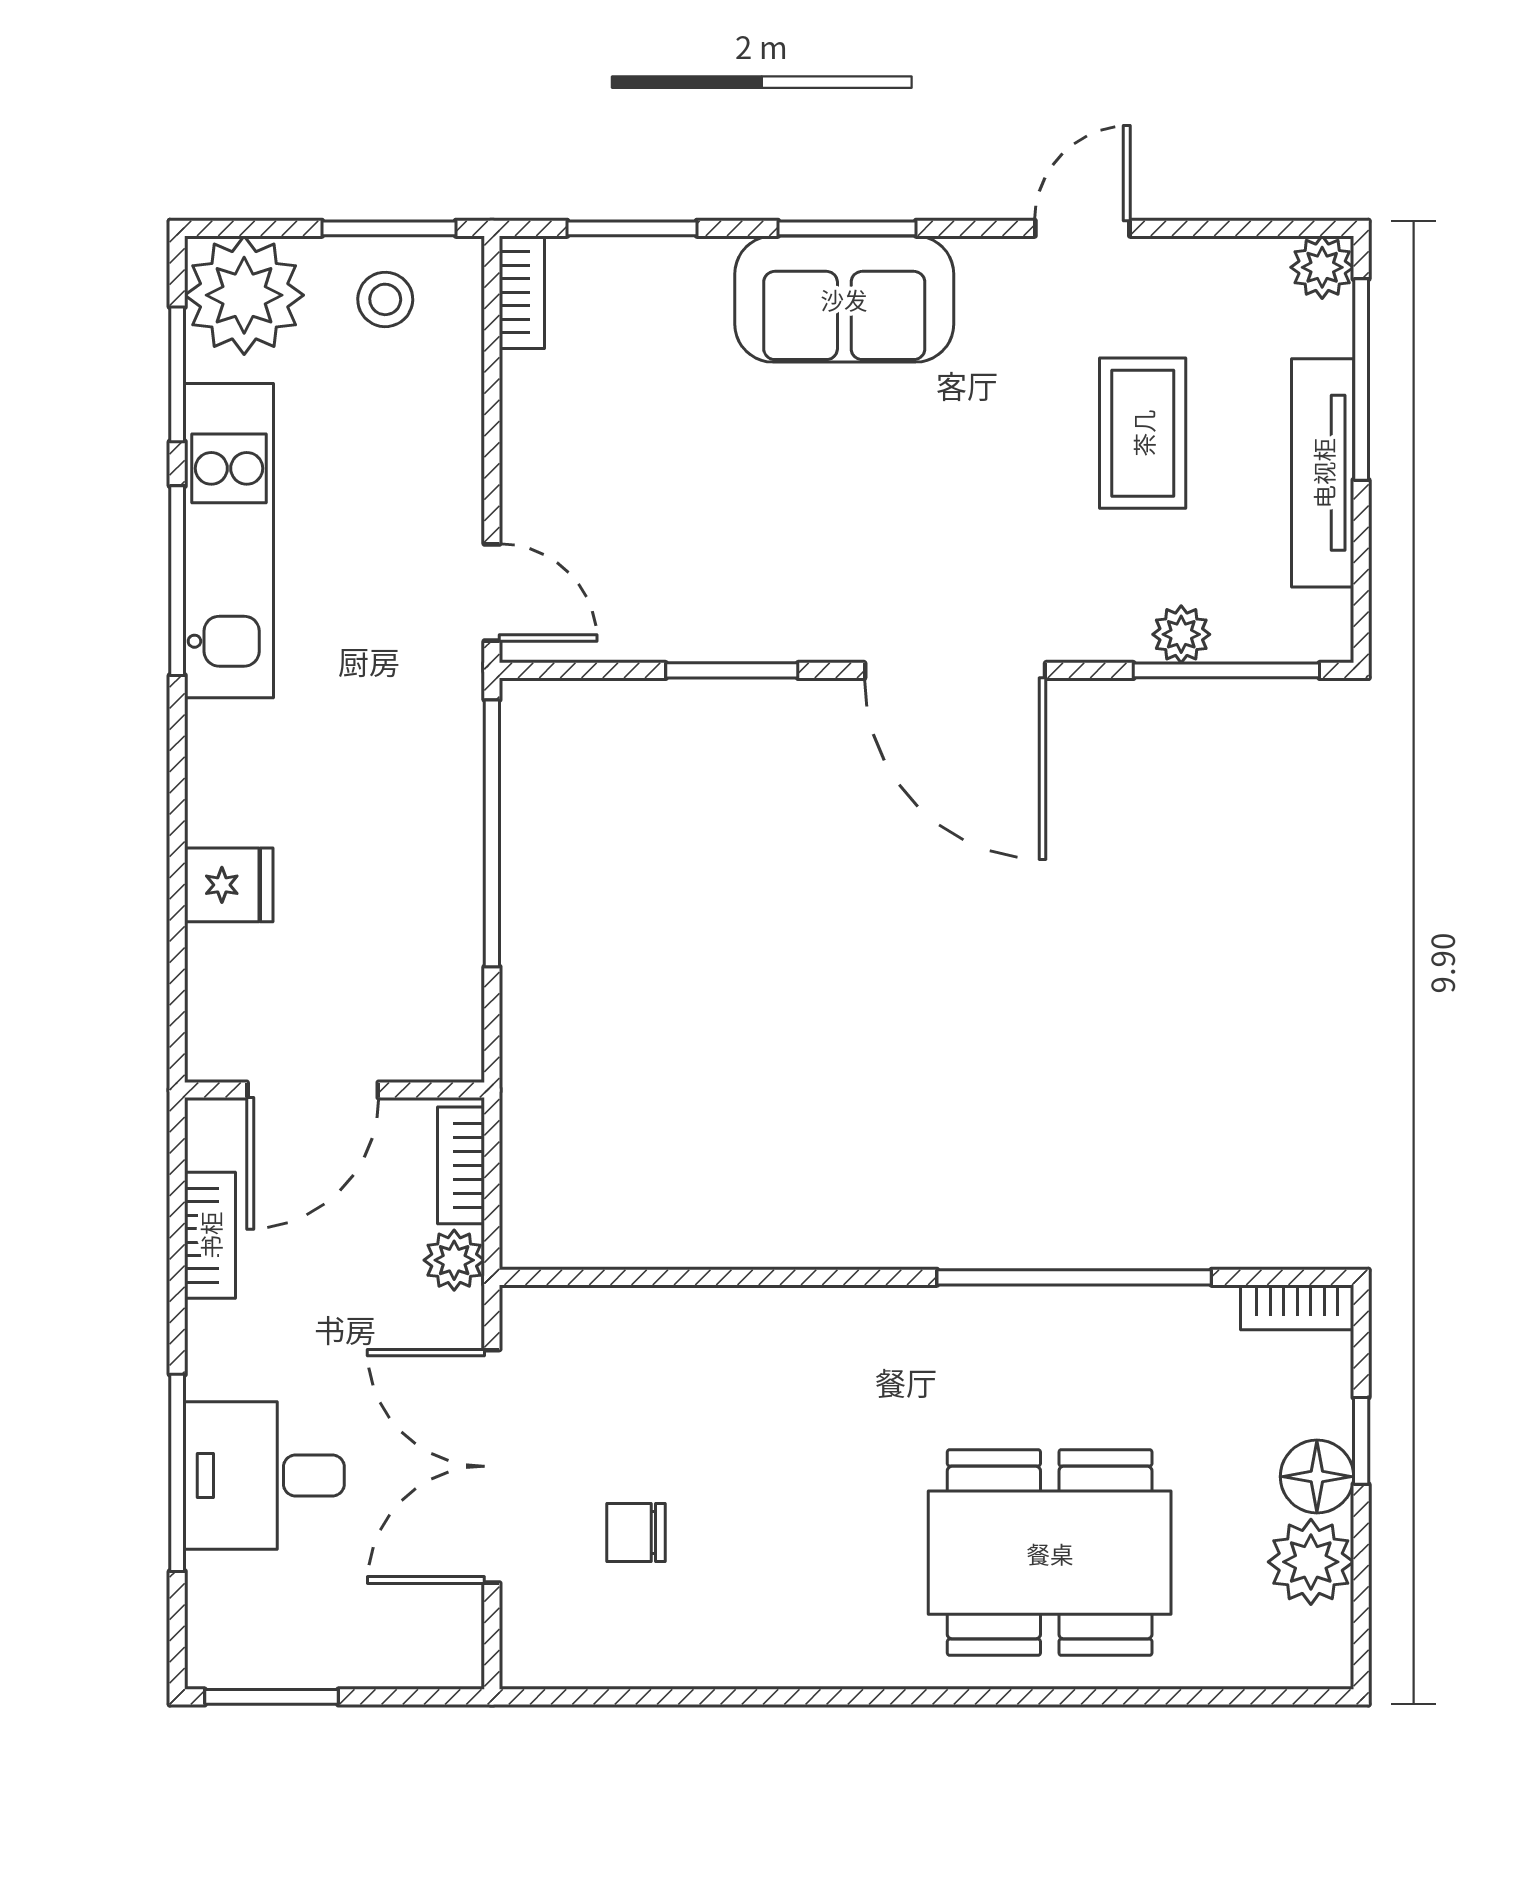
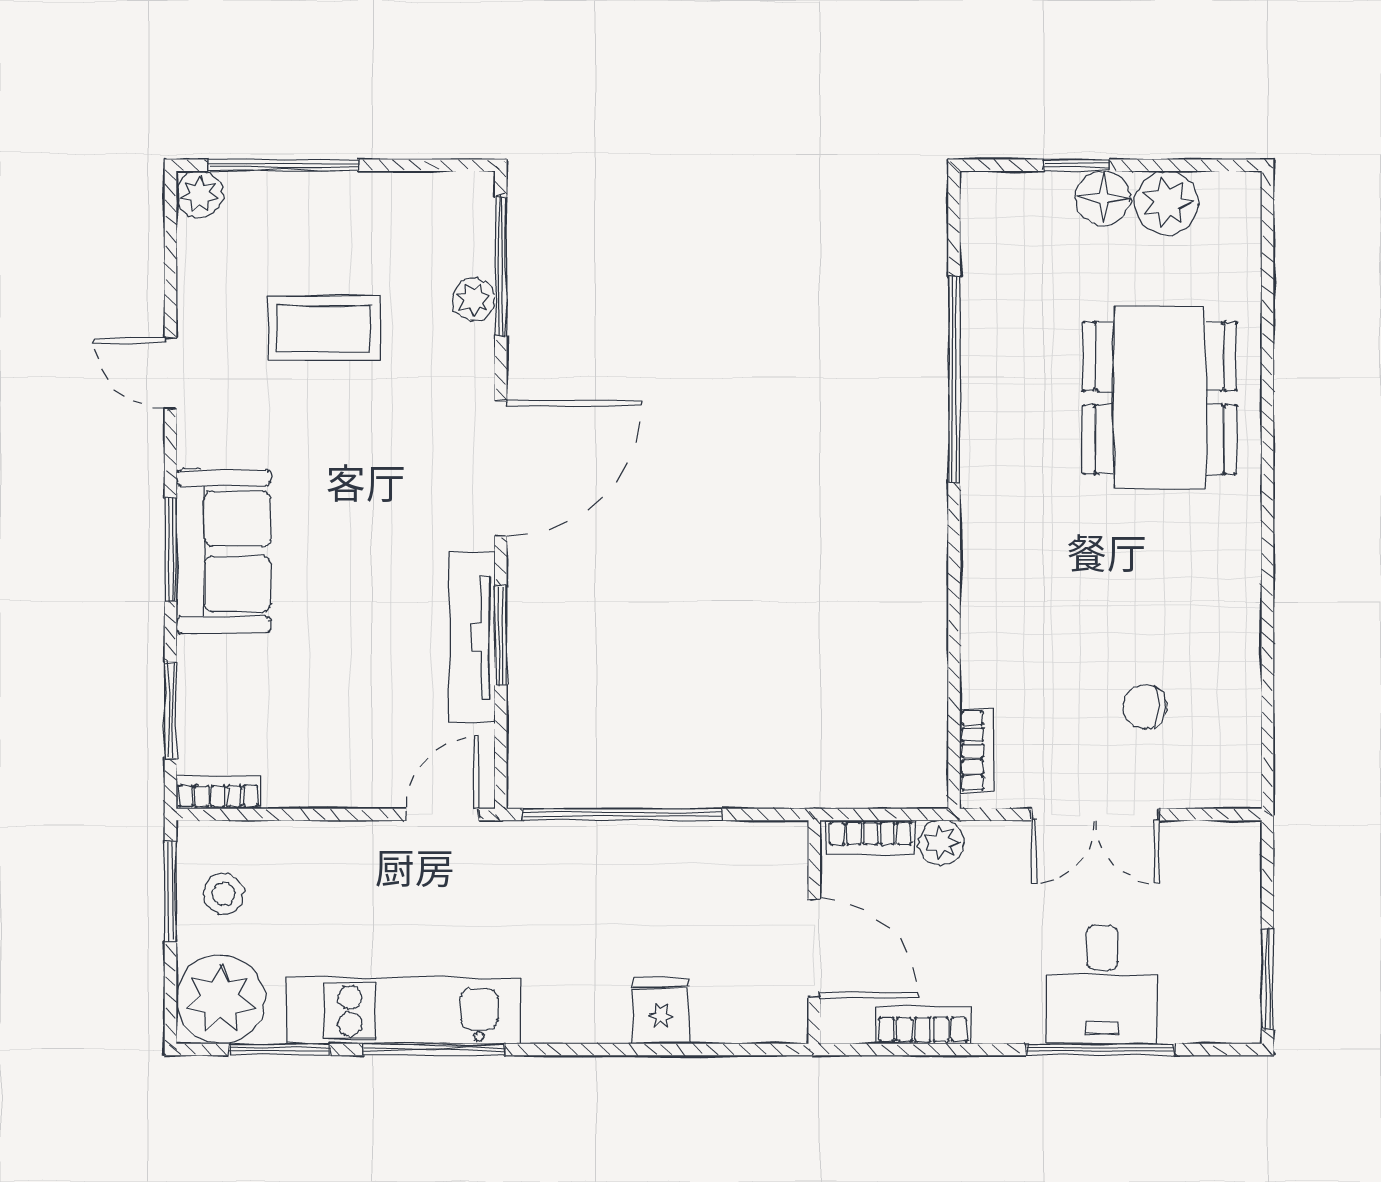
tv unit: (1323, 473) -> (472, 637), moved, turned 90
bookcase: (1297, 1307) -> (977, 751), moved
double door: (492, 1466) -> (1095, 814), width x0.73
chair: (636, 1532) -> (1145, 707), turned 90

